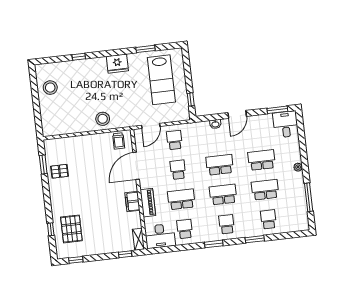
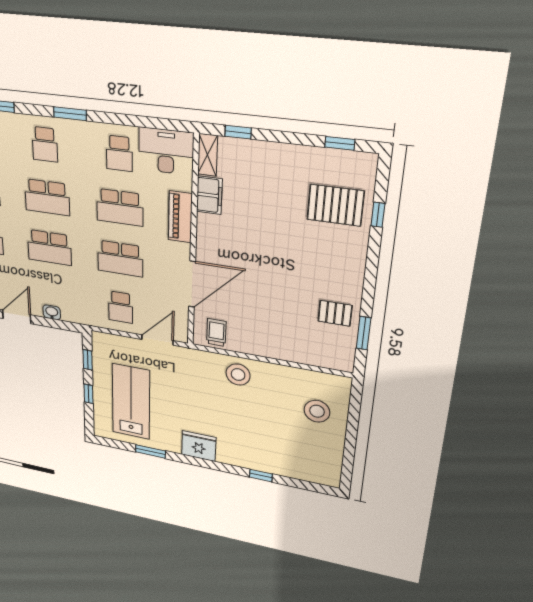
window: (188, 76) -> (88, 394), added
stool: (50, 88) -> (317, 411), moved
school desk: (178, 170) -> (120, 258), width x1.85
filing cabinet: (132, 202) -> (209, 195), moved
pallet: (71, 229) -> (335, 205), turned 90

